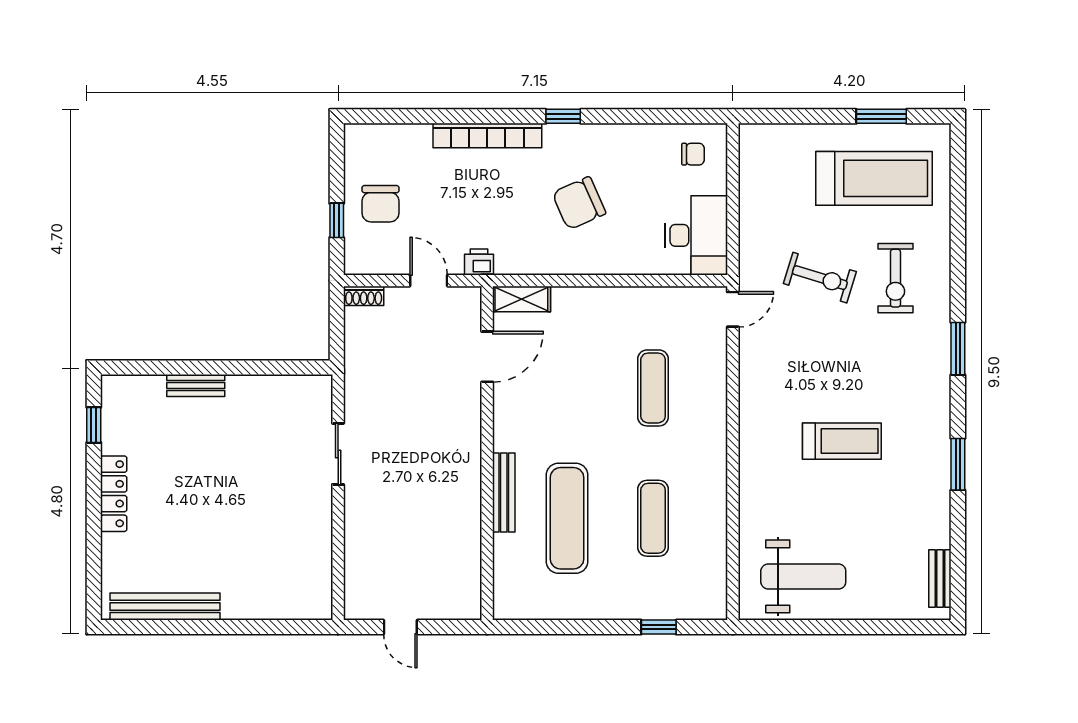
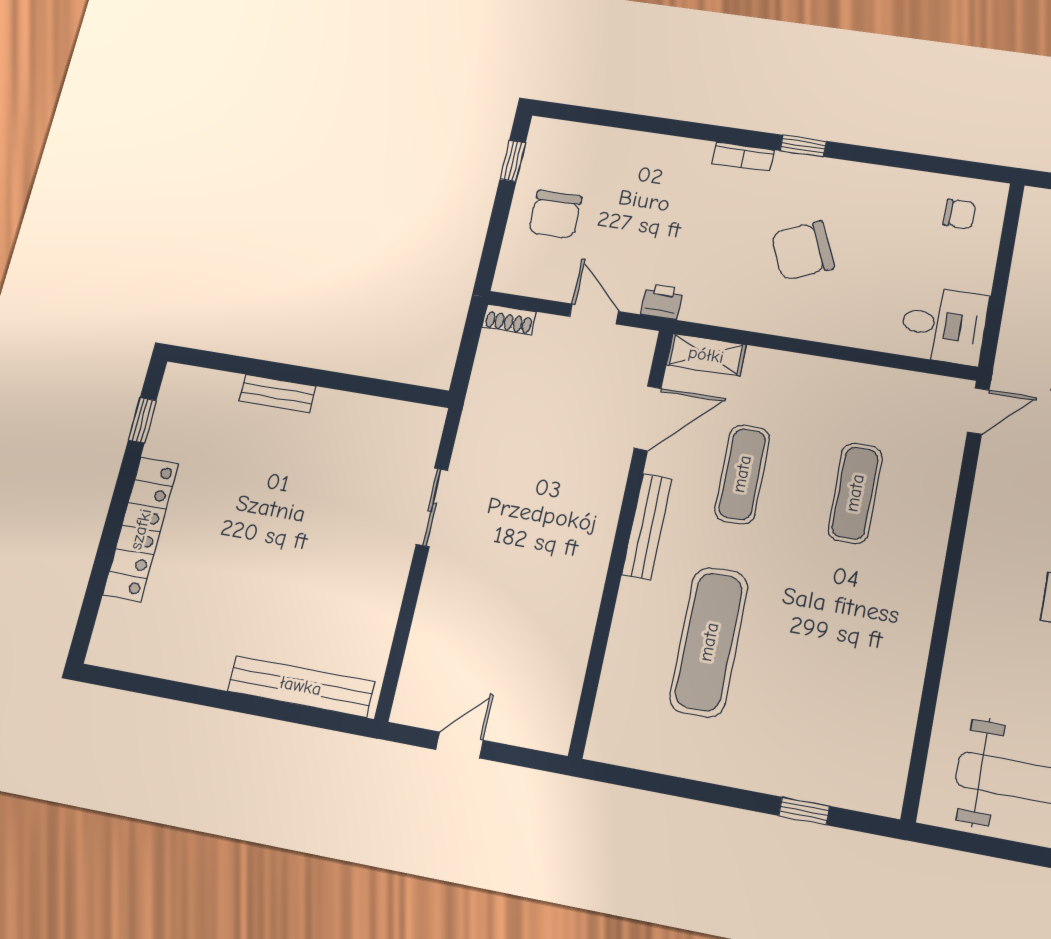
bookcase: (487, 135) -> (743, 157), width x0.43, depth x0.76
window: (337, 220) -> (513, 161), moved
desk: (696, 235) -> (944, 325), width x0.73
bench: (504, 492) -> (647, 527), moved
locker: (114, 494) -> (141, 529), width x1.41, depth x1.21
exercise mat: (653, 518) -> (742, 474), moved
bench: (165, 606) -> (301, 686), moved
door: (400, 627) -> (459, 745), swing flipped

